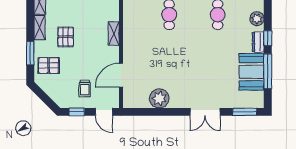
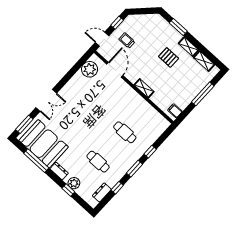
window: (268, 38) -> (68, 190), moved
pallet: (49, 66) -> (161, 31), removed
booth: (252, 72) -> (44, 144), width x1.36, depth x1.42
plant: (159, 98) -> (90, 69), moved
double door: (205, 112) -> (46, 100), swing flipped

